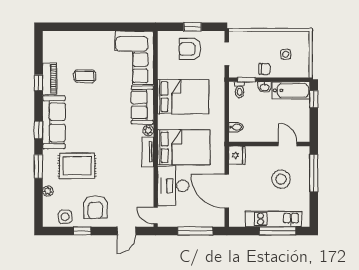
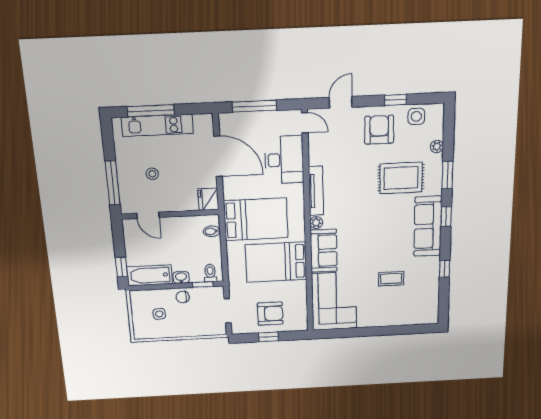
piano: (50, 79) -> (432, 274), removed
bed: (184, 147) -> (256, 219), moved, turned 180
tv unit: (148, 152) -> (316, 191), width x1.41
stool: (281, 179) -> (152, 174), width x0.53, depth x0.53

